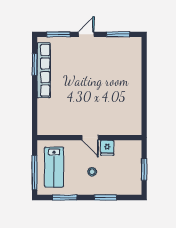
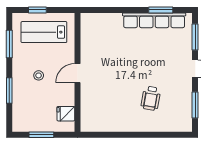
wheelchair: (112, 73) -> (151, 98), added
fridge: (107, 148) -> (66, 114), moved
window: (35, 173) -> (37, 10), width x0.46

